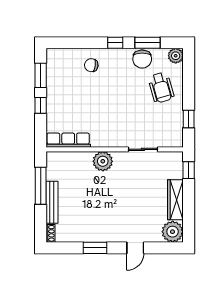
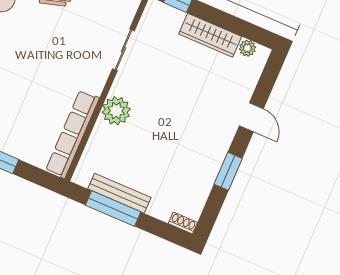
row of seats: (68, 140) -> (72, 134), width x1.36
bench: (52, 202) -> (119, 193), moved
plant: (173, 232) -> (247, 48), width x0.53, depth x0.53

